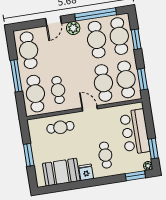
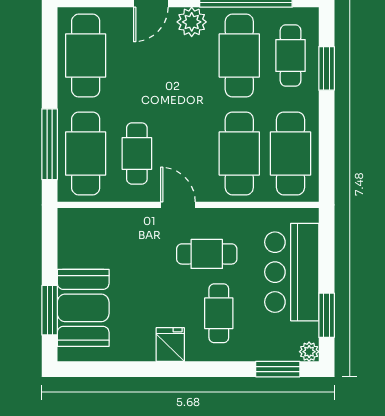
cafe table: (119, 36) -> (291, 56), width x0.73, depth x0.74
window: (16, 76) -> (50, 144), moved
window: (142, 79) -> (327, 159), removed
door: (90, 108) -> (178, 205), moved
cafe table: (60, 127) -> (207, 254), moved
window: (29, 155) -> (50, 310), moved
booth: (61, 172) -> (83, 308), moved, turned 90

